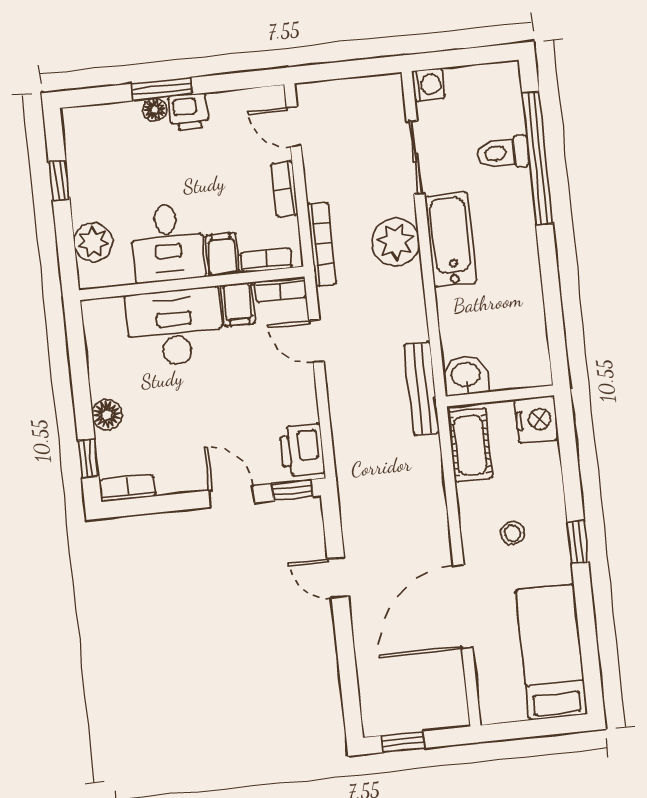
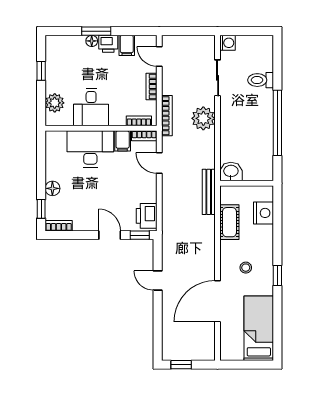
window: (537, 158) -> (277, 123), moved
bathtub: (451, 240) -> (231, 120), removed
filing cabinet: (222, 254) -> (127, 45), moved, turned 180
washbasin: (466, 376) -> (231, 172), moved
wall: (500, 396) -> (247, 183), moved

